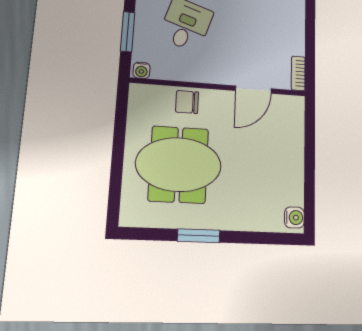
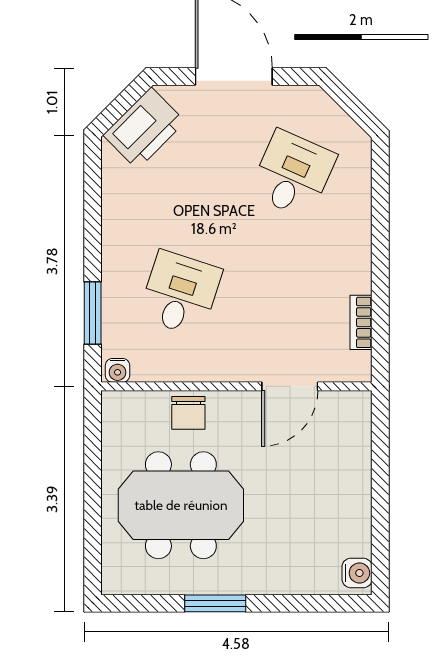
bookcase: (298, 73) -> (361, 322), moved
chair: (187, 102) -> (188, 413), turned -90

